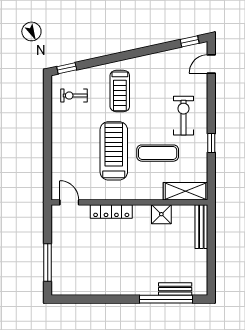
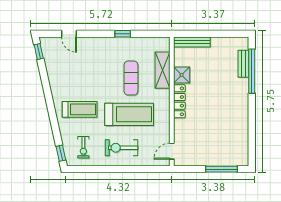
door: (211, 64) -> (69, 34), moved
exercise bike: (184, 116) -> (121, 148), moved
treadmill: (114, 151) -> (129, 114), turned 180
shelving: (185, 191) -> (163, 70), moved
locker: (111, 211) -> (179, 101), moved

